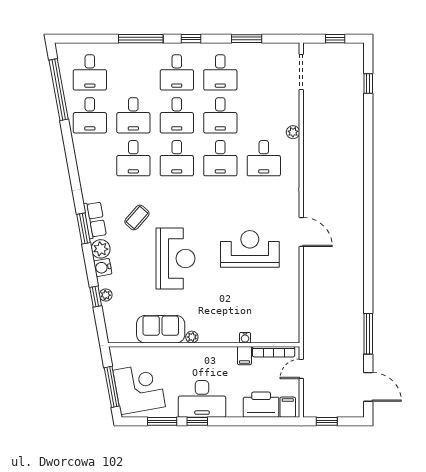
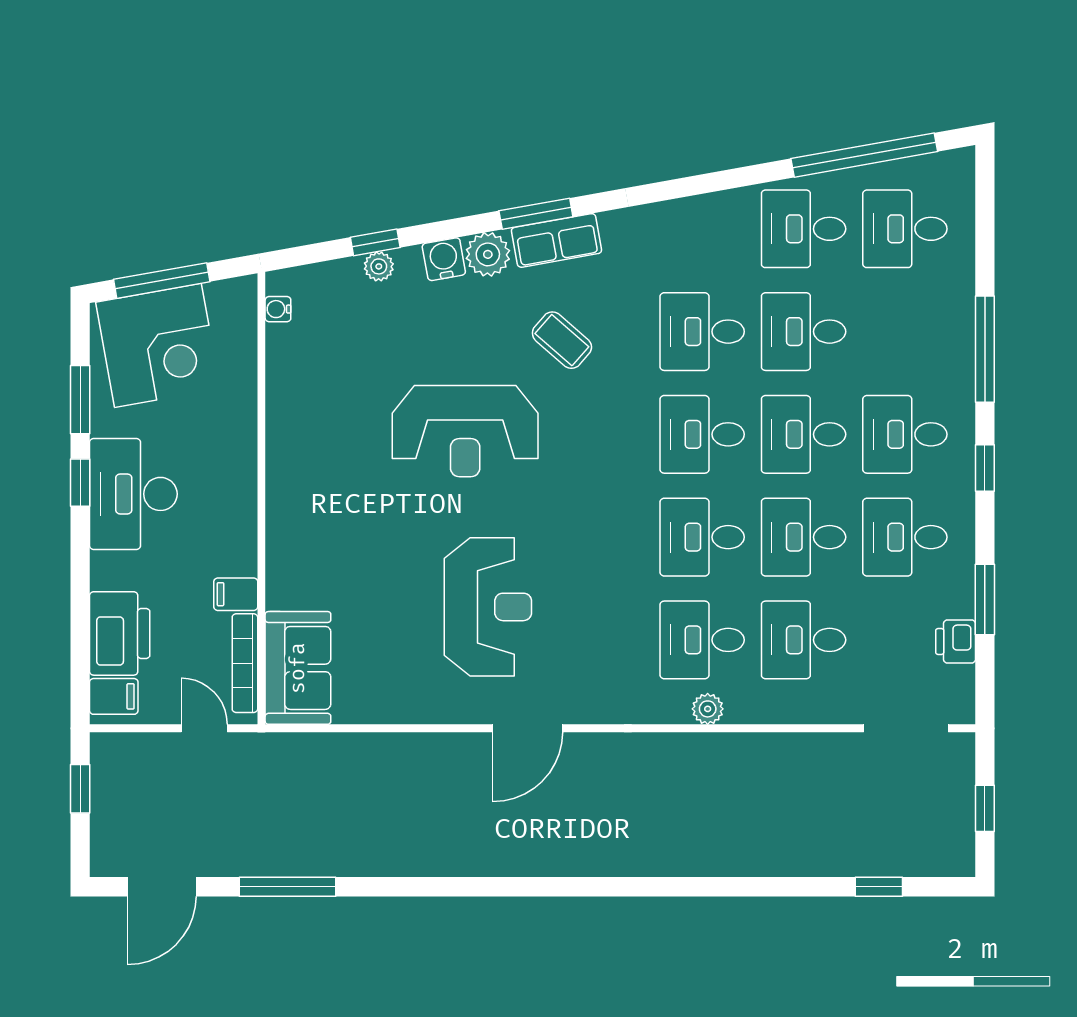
printer: (264, 51) -> (956, 641), added
desk: (264, 115) -> (804, 640), added
plant: (293, 132) -> (708, 709), moved
sofa: (161, 329) -> (298, 668), moved
plant: (192, 337) -> (280, 470), removed
water cooler: (245, 338) -> (278, 309), moved

